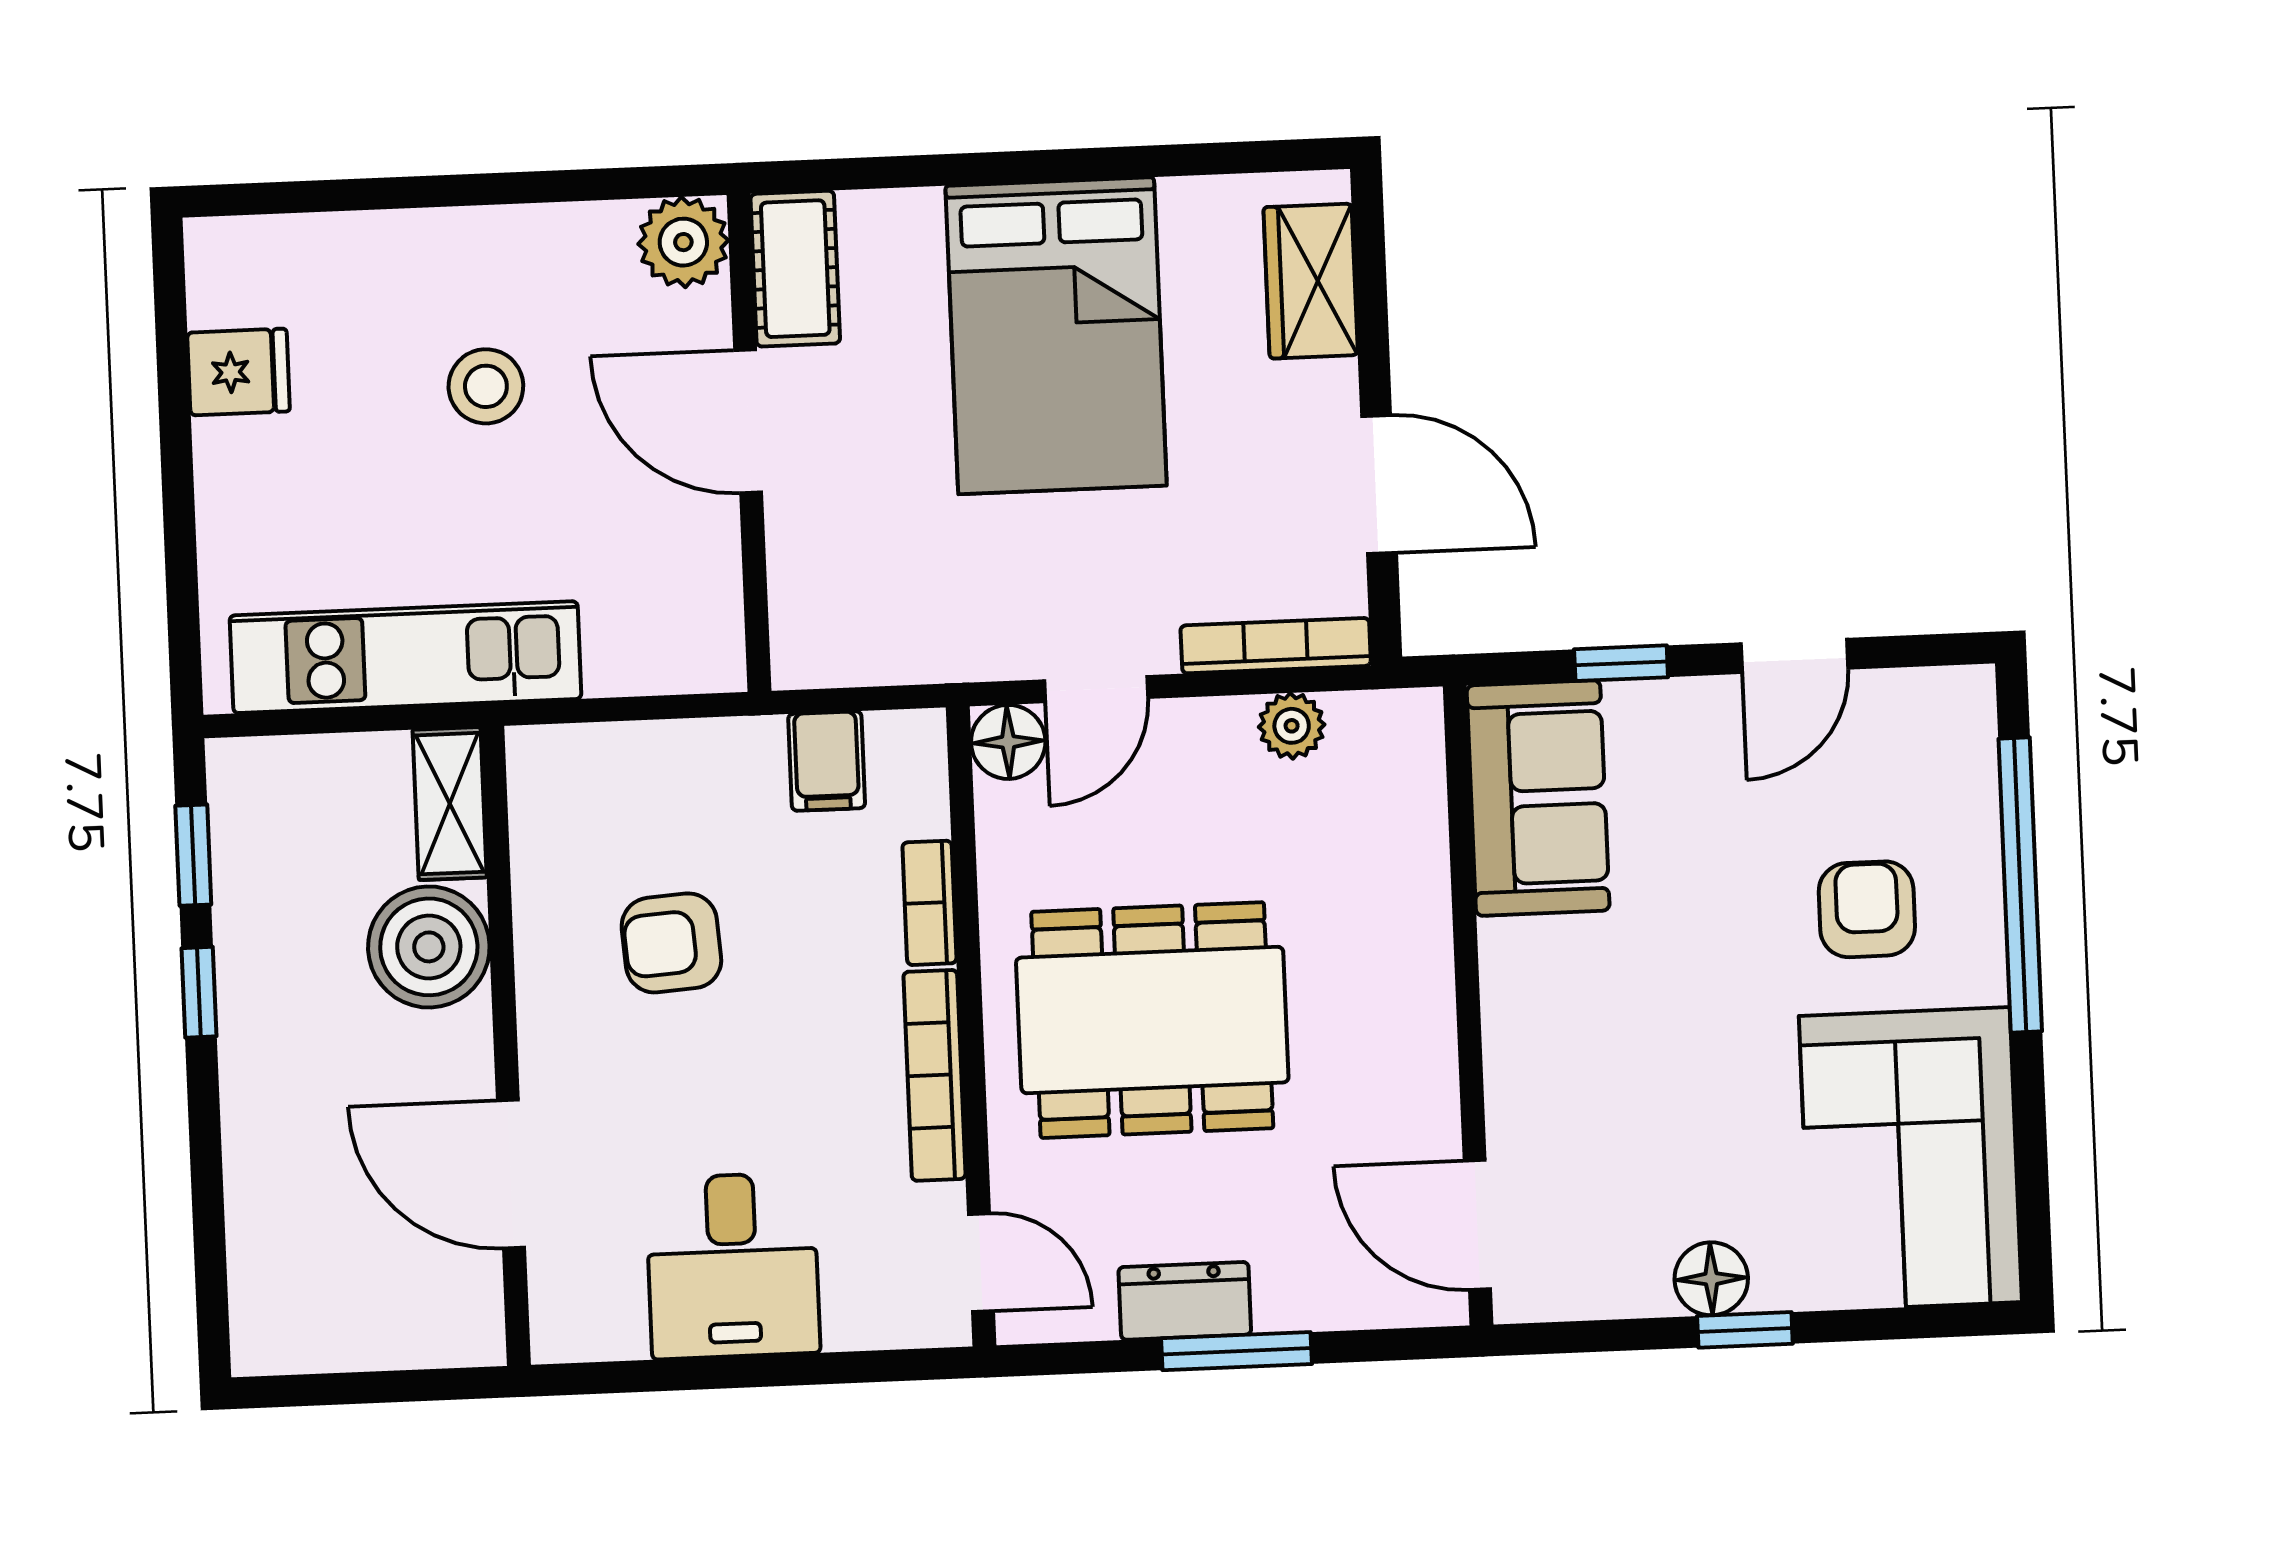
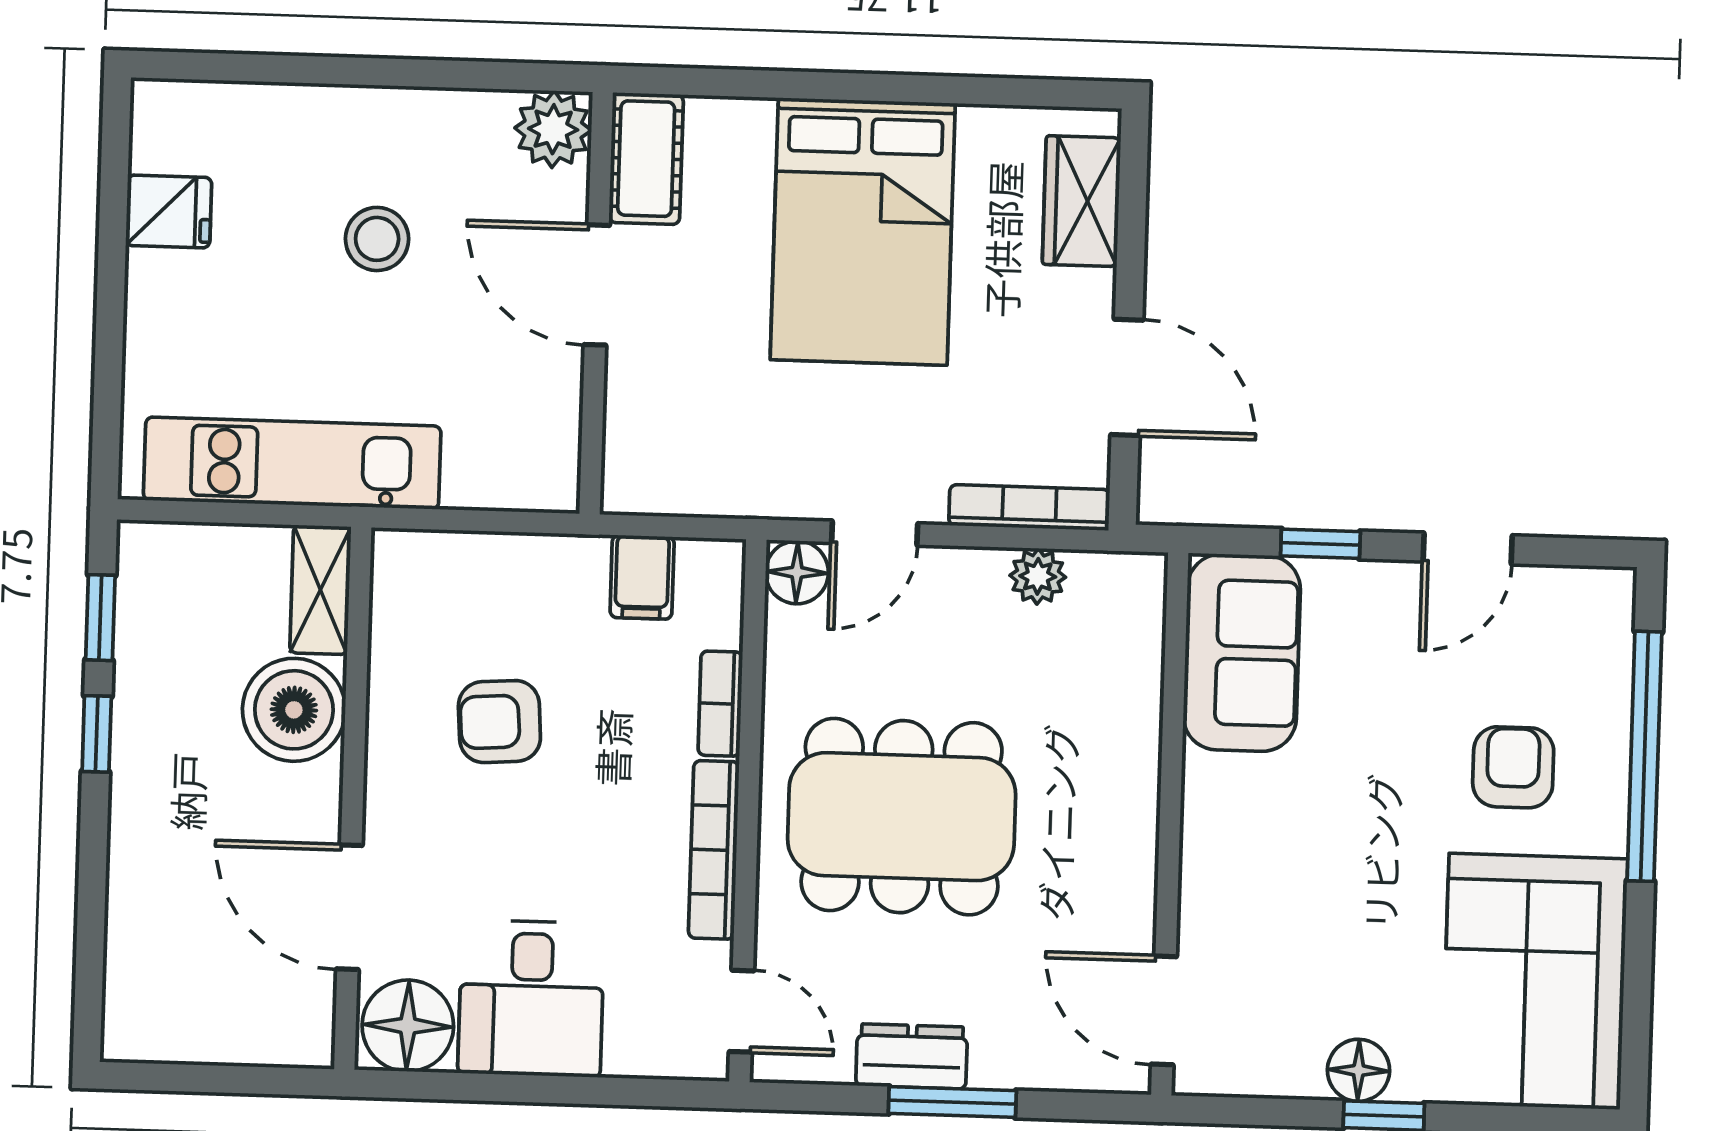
floor lamp: (590, 1308) -> (408, 1026), added

